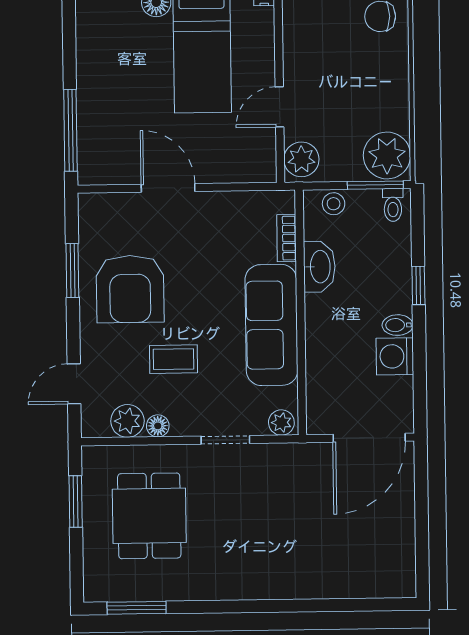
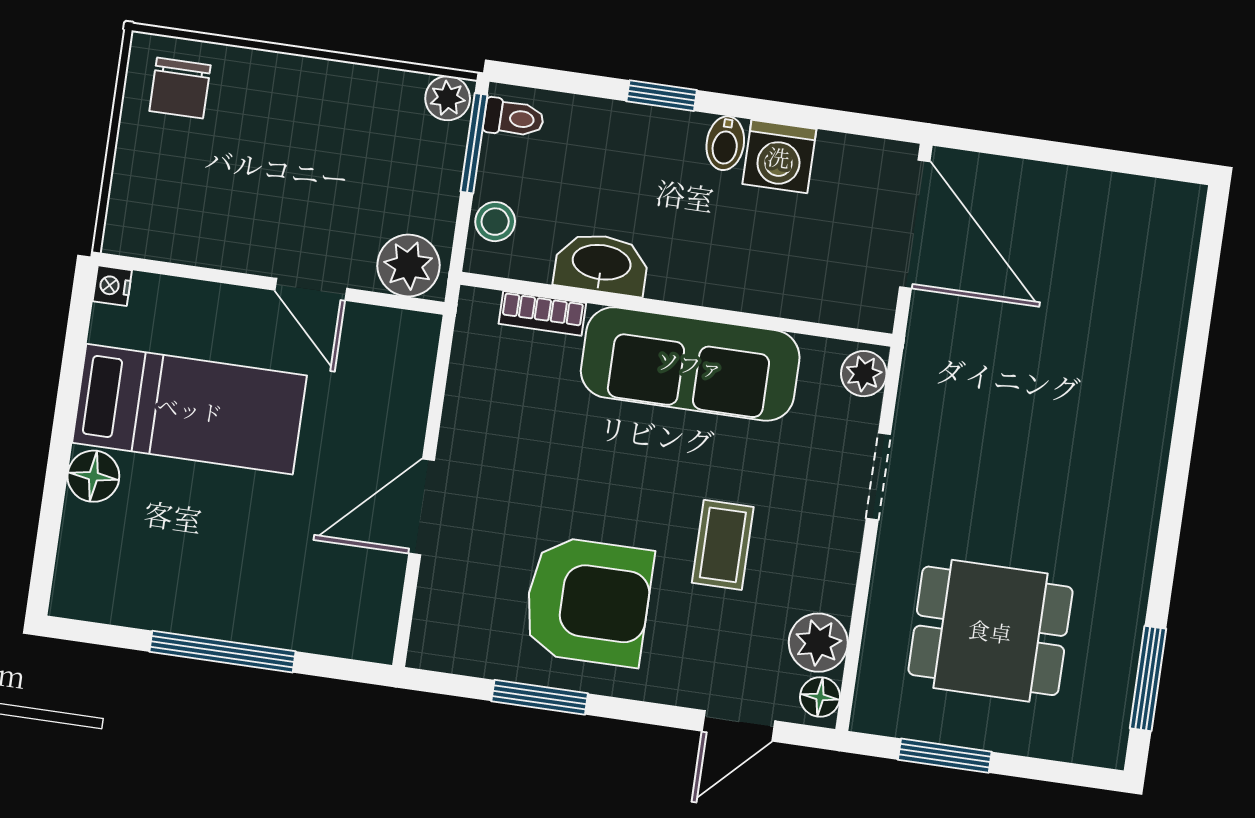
window: (70, 130) -> (222, 652), moved
plant: (387, 156) -> (448, 98), width x0.53, depth x0.53
door: (74, 384) -> (738, 726), hinge flipped
floor lamp: (158, 426) -> (820, 697), moved

